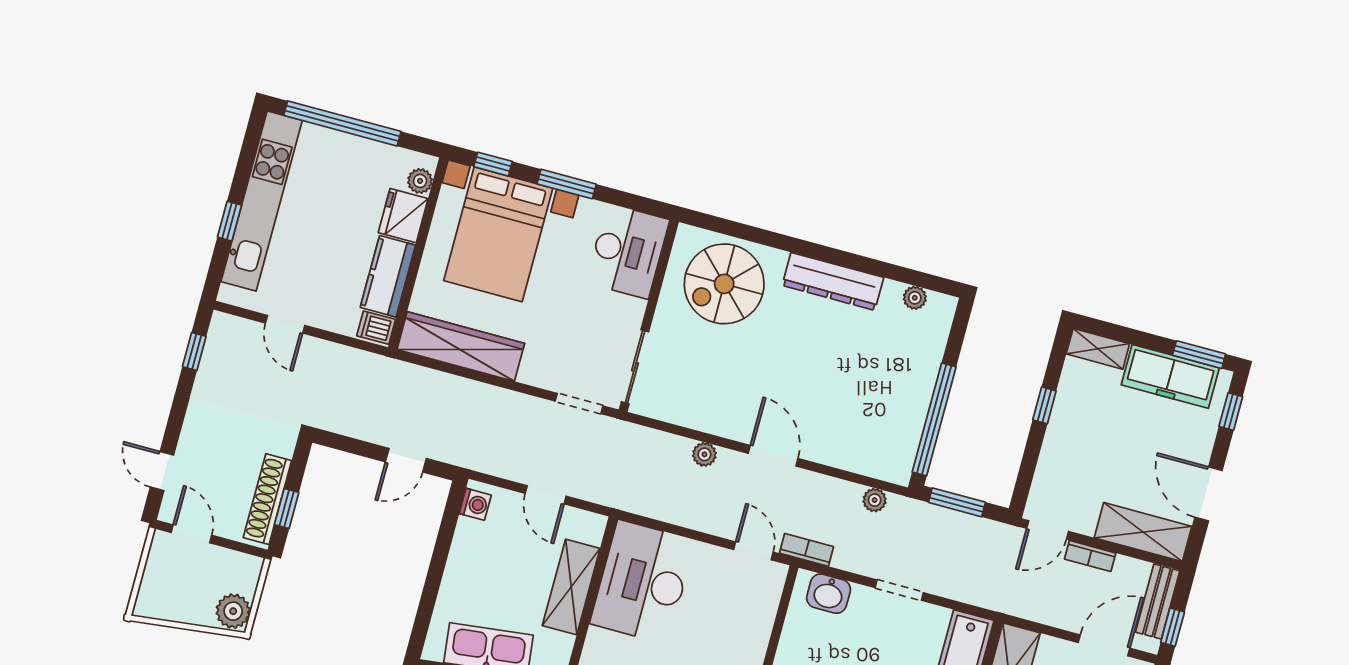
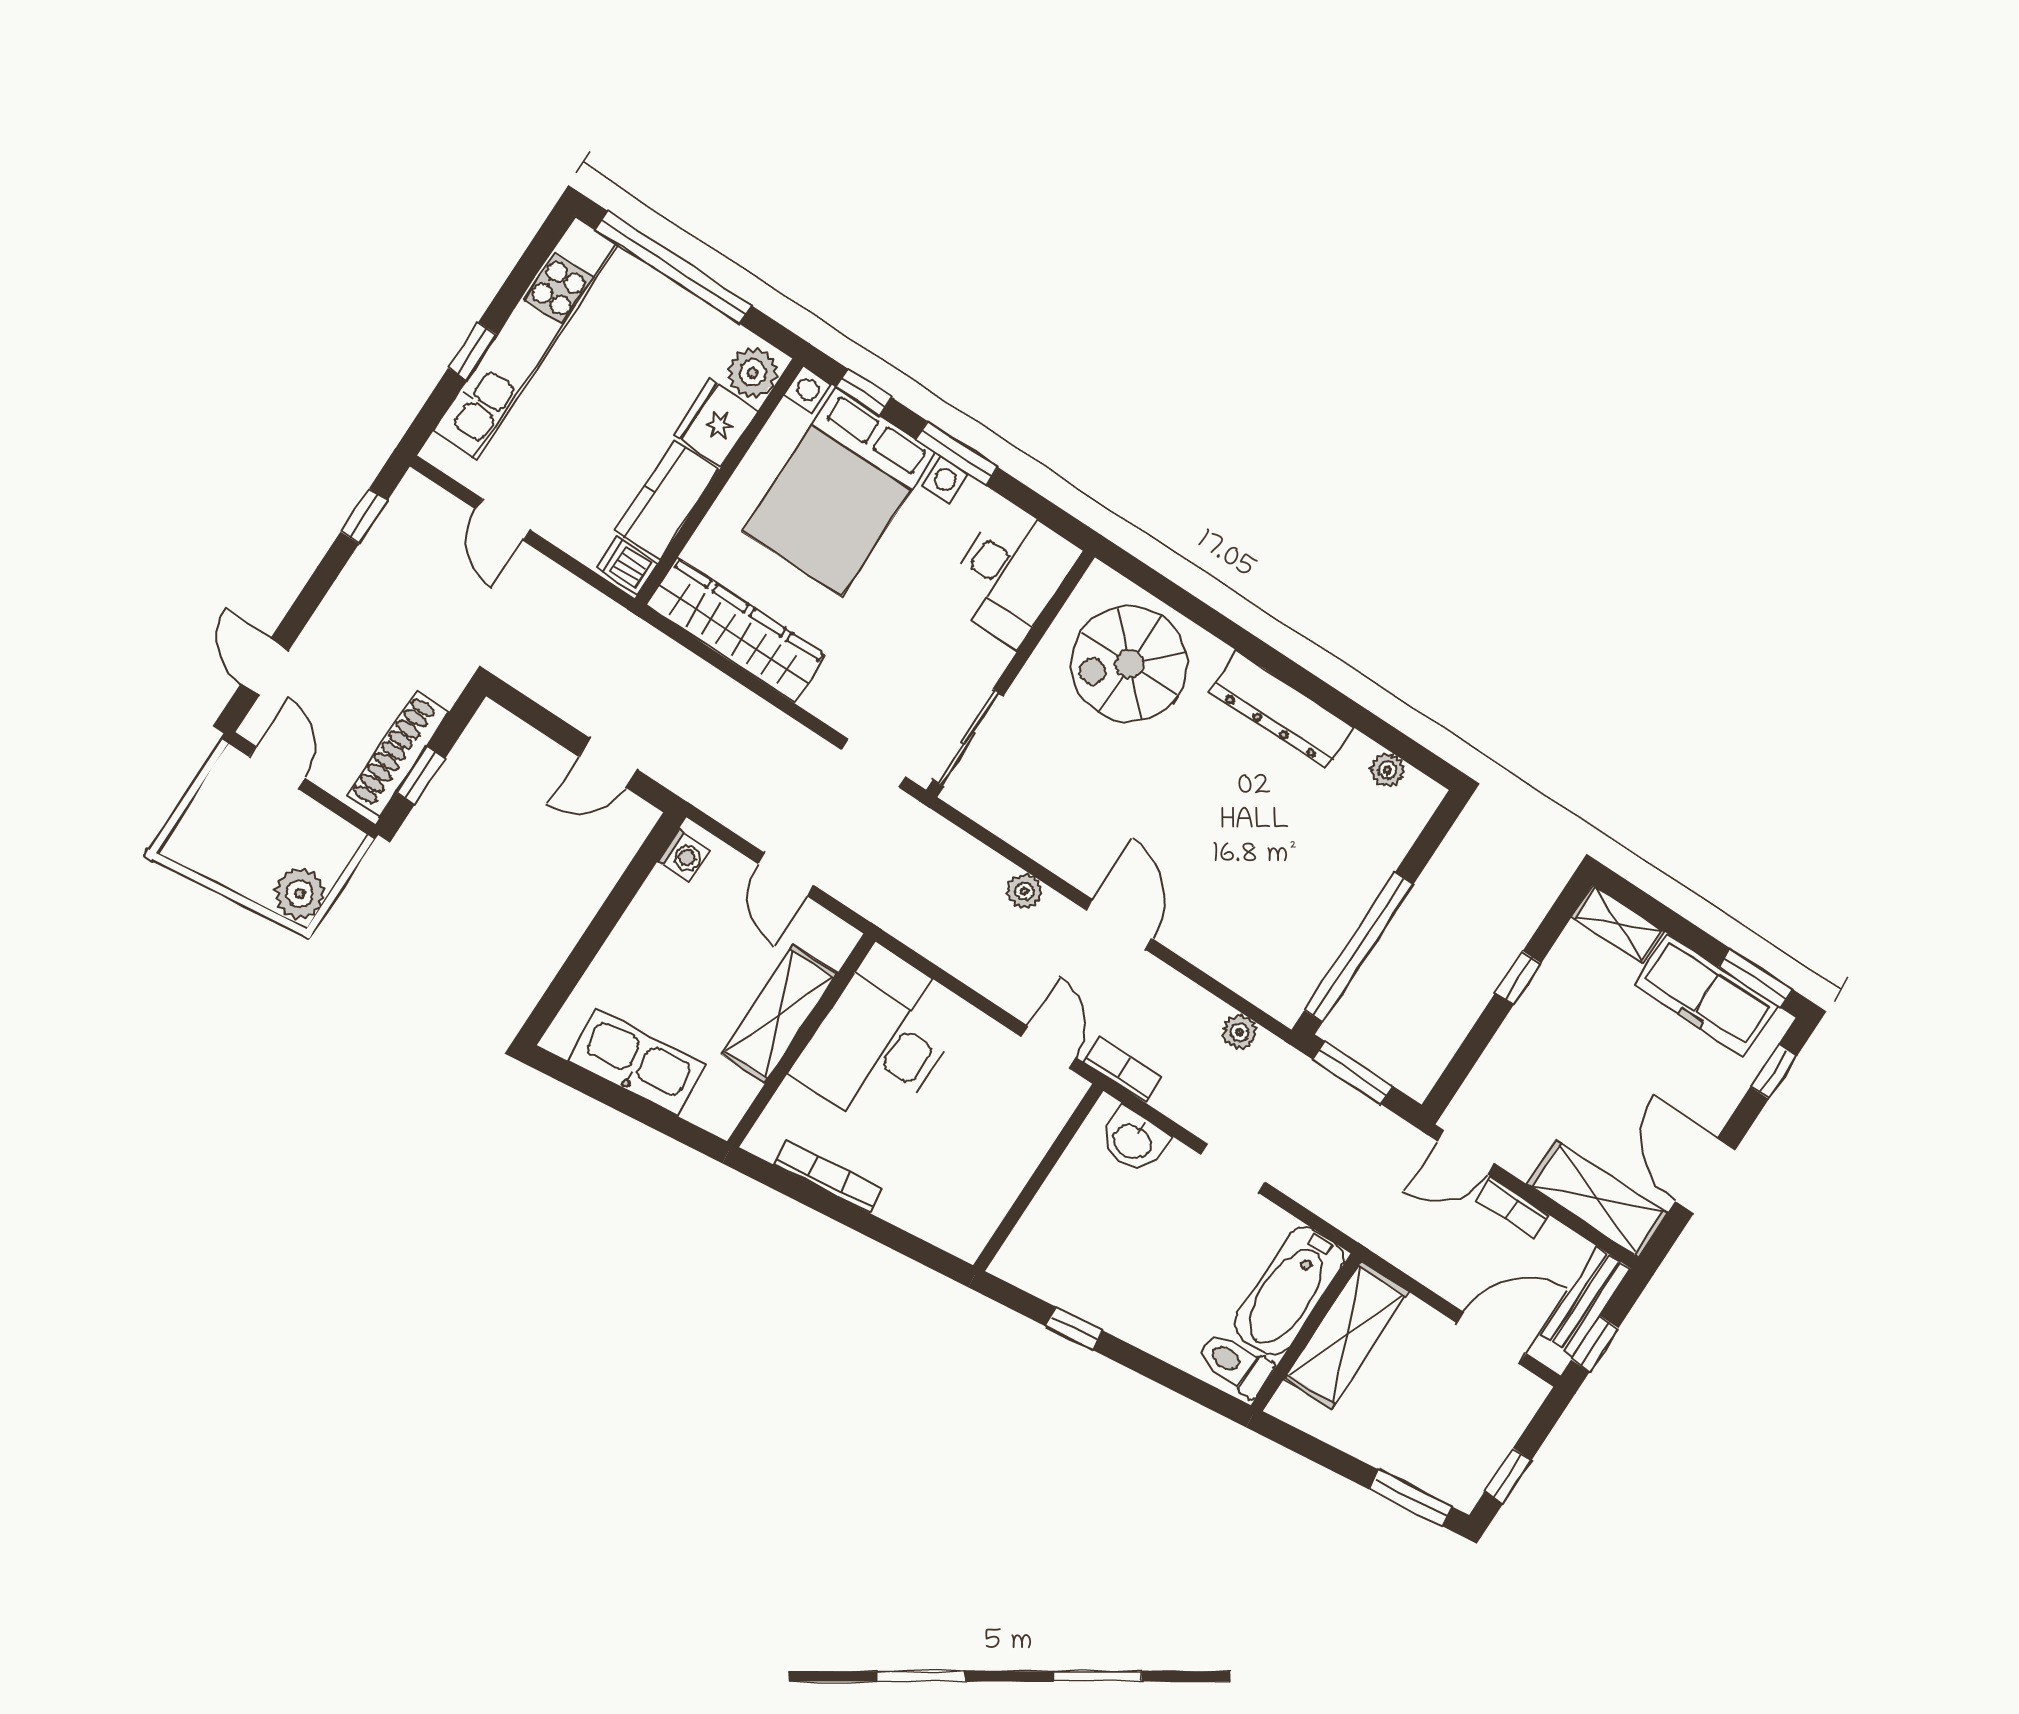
plant: (420, 181) -> (753, 373), width x1.38, depth x1.38

